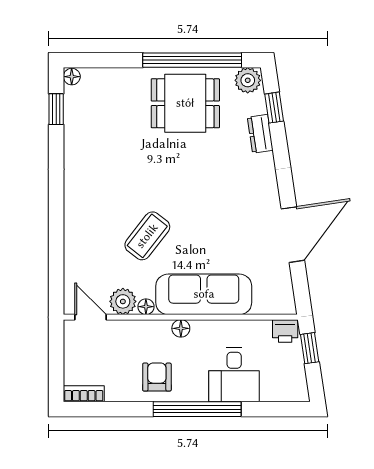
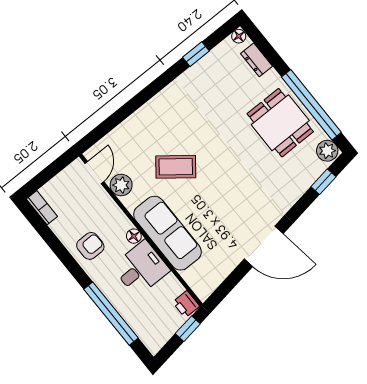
window: (56, 109) -> (196, 54), moved
dresser: (260, 134) -> (257, 60), moved, turned -82
door: (293, 235) -> (264, 246), moved
floor lamp: (146, 307) -> (130, 203), removed
desk: (234, 375) -> (141, 268), moved, turned 180
window: (197, 409) -> (111, 314), moved

